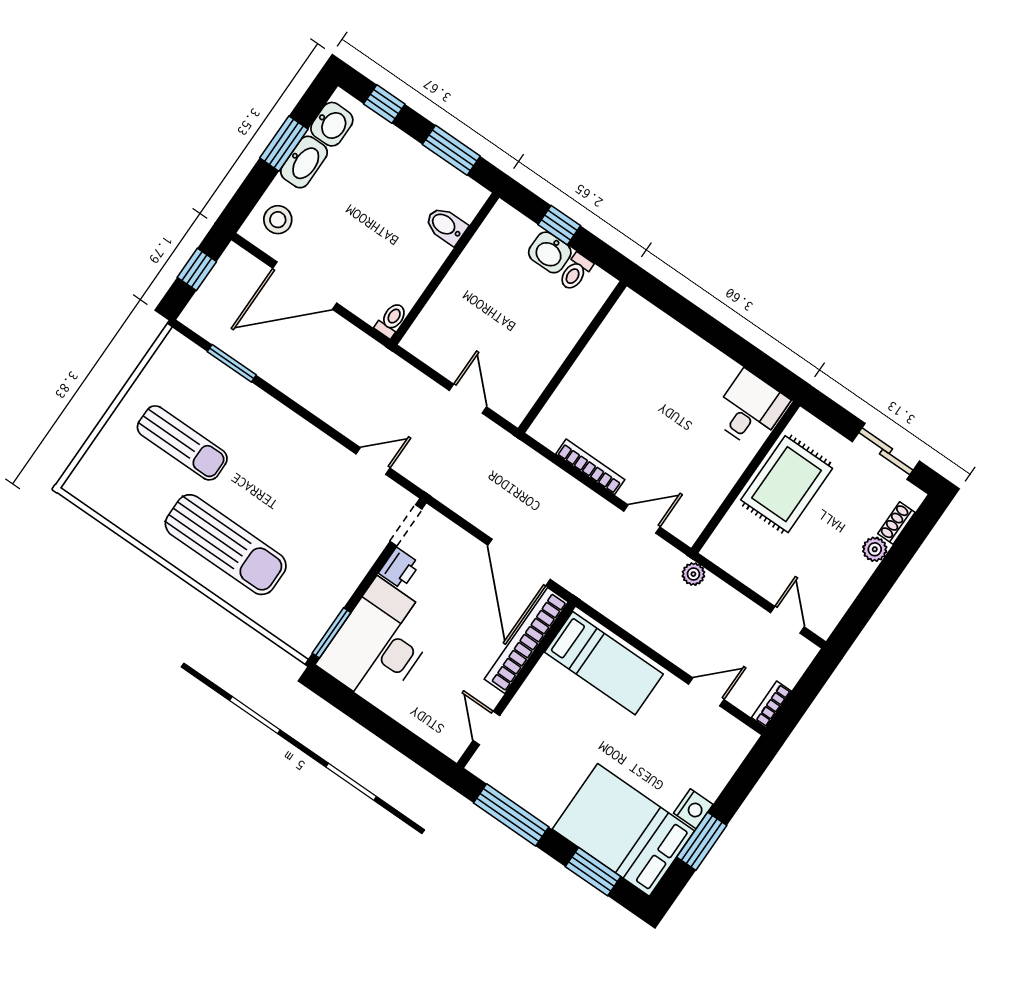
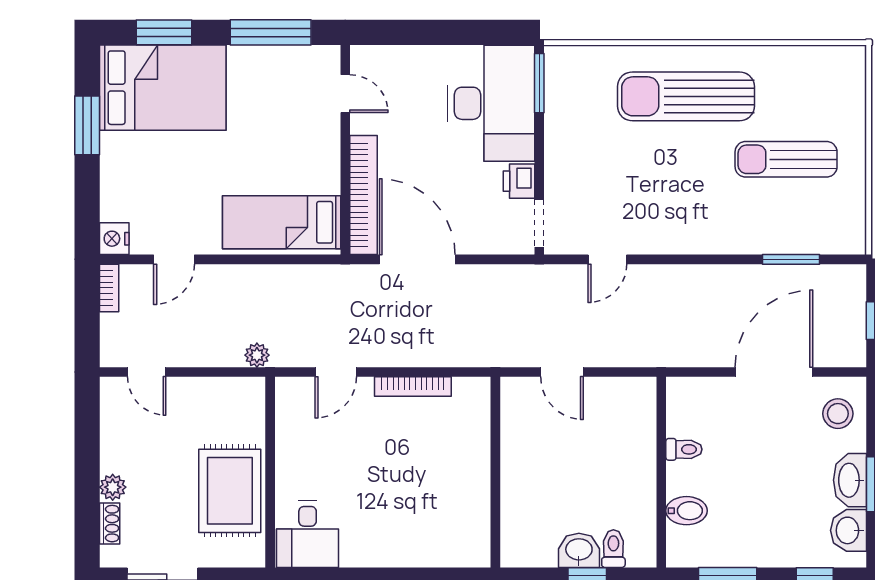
toilet: (575, 272) -> (613, 549), moved
toilet: (391, 320) -> (684, 449), moved, turned -90
nightstand: (693, 809) -> (114, 239), moved

